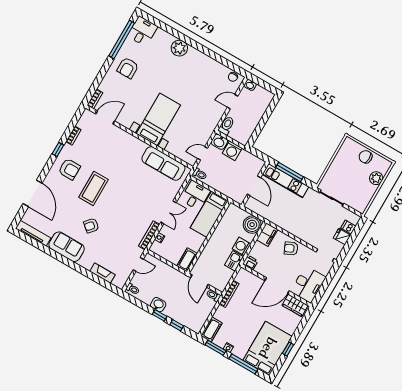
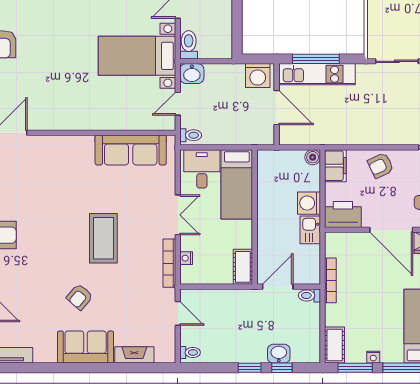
bed with nightstands: (158, 119) -> (137, 56), moved, turned -90
washing machine: (232, 151) -> (258, 76), moved
coffee table: (94, 188) -> (103, 238), moved
boiler: (252, 225) -> (313, 157), width x0.54, depth x0.54
sofa: (67, 247) -> (86, 347), moved
printer: (250, 262) -> (343, 214), width x1.87, depth x1.48
door: (138, 264) -> (178, 313), hinge flipped
door: (199, 281) -> (278, 287), swing flipped
door: (277, 286) -> (391, 230), hinge flipped
washbasin: (158, 305) -> (279, 354), moved

